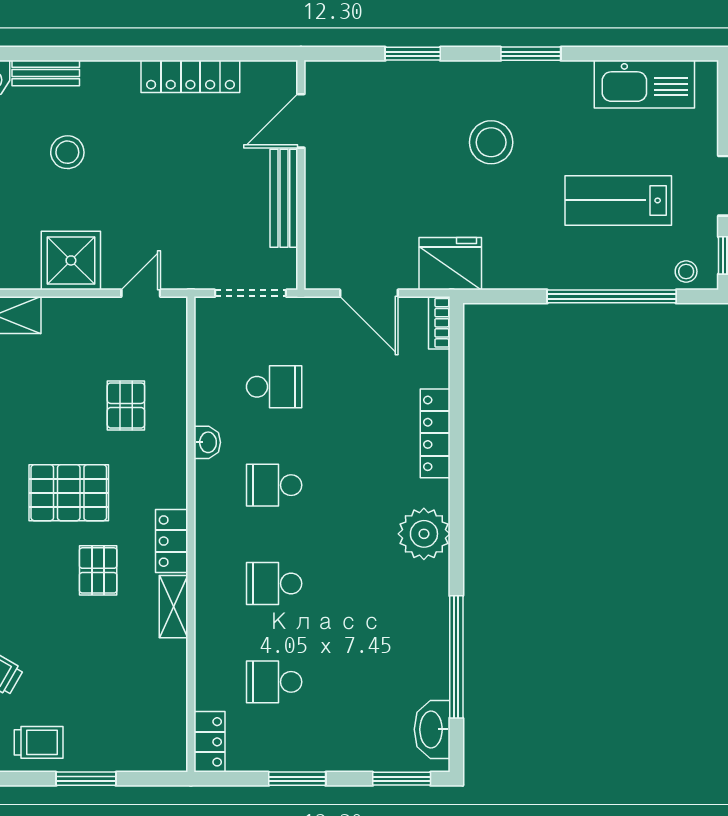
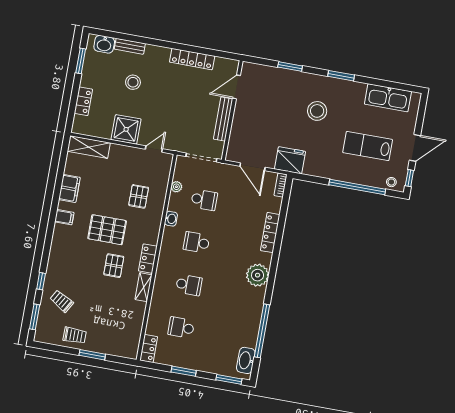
plant: (207, 369) -> (176, 187), added
school desk: (274, 583) -> (189, 285), turned 180

